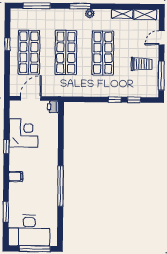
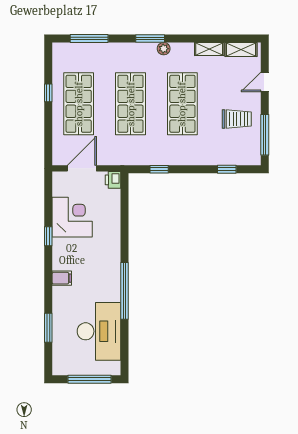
window: (115, 100) -> (159, 169), moved
desk: (29, 230) -> (99, 331), moved, turned -90

